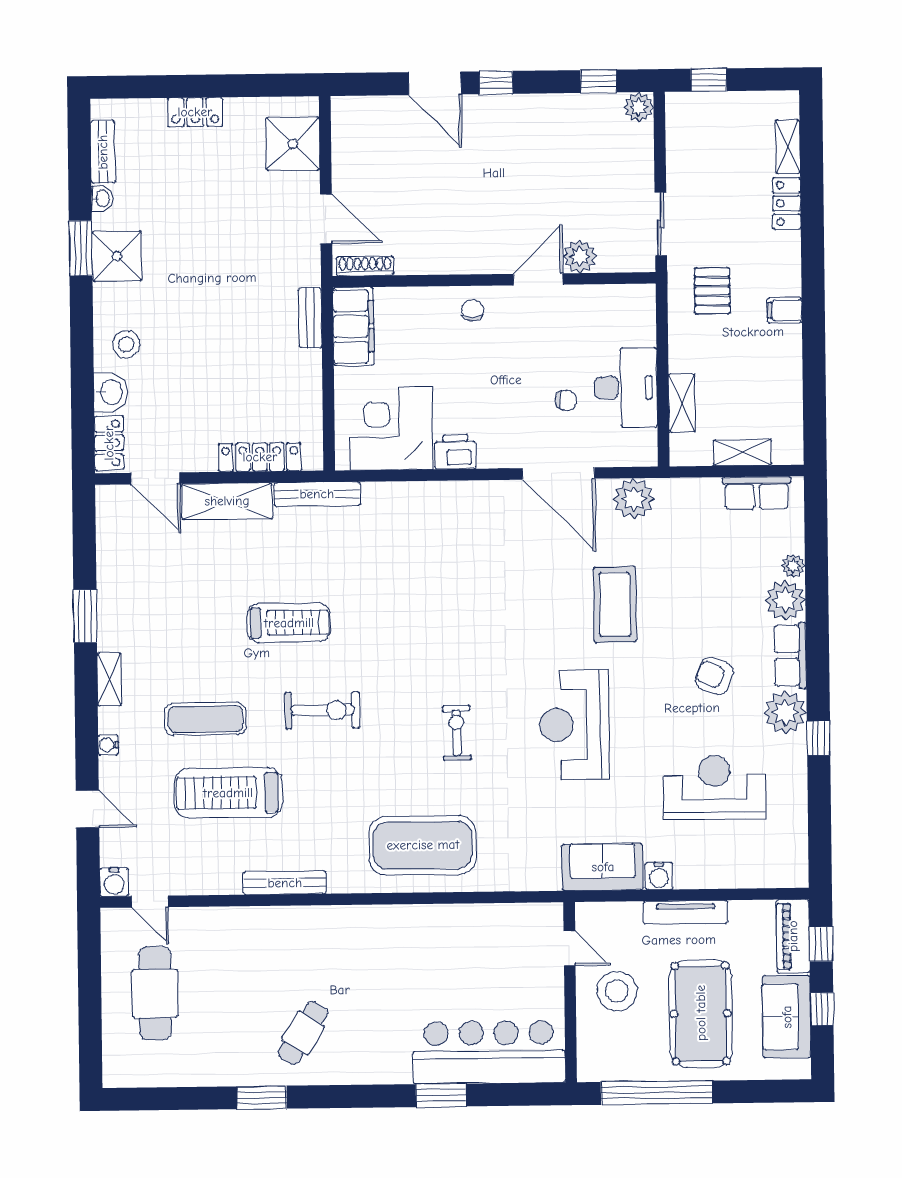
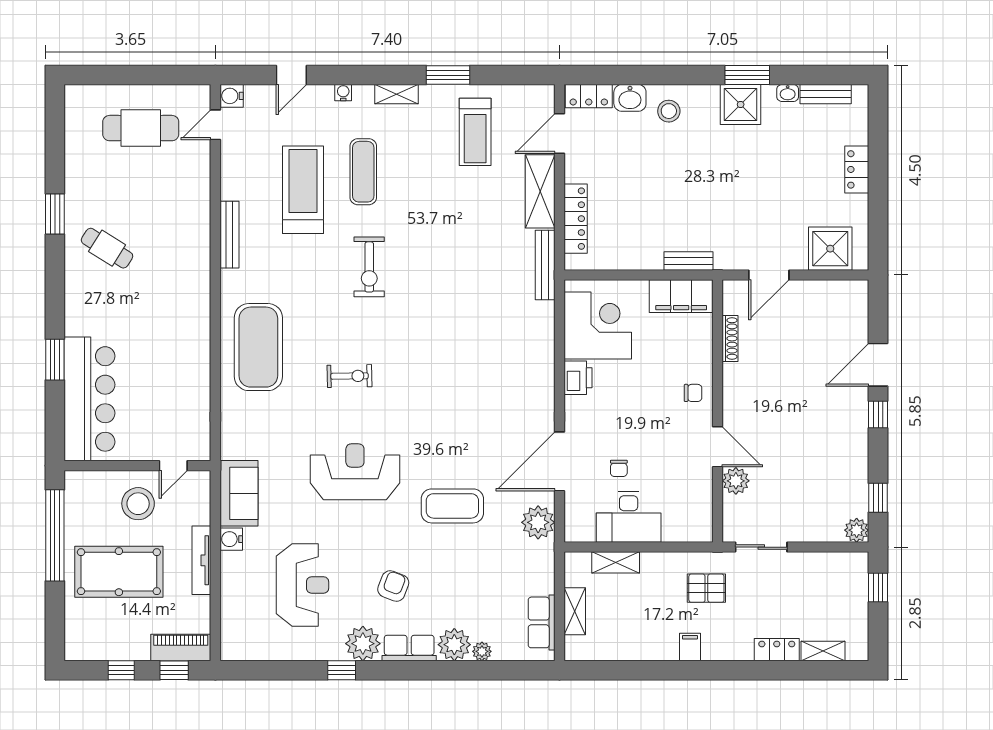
shoe rack: (365, 266) -> (730, 338), moved
treadmill: (289, 623) -> (475, 132), moved
sofa: (787, 1017) -> (115, 642), removed

